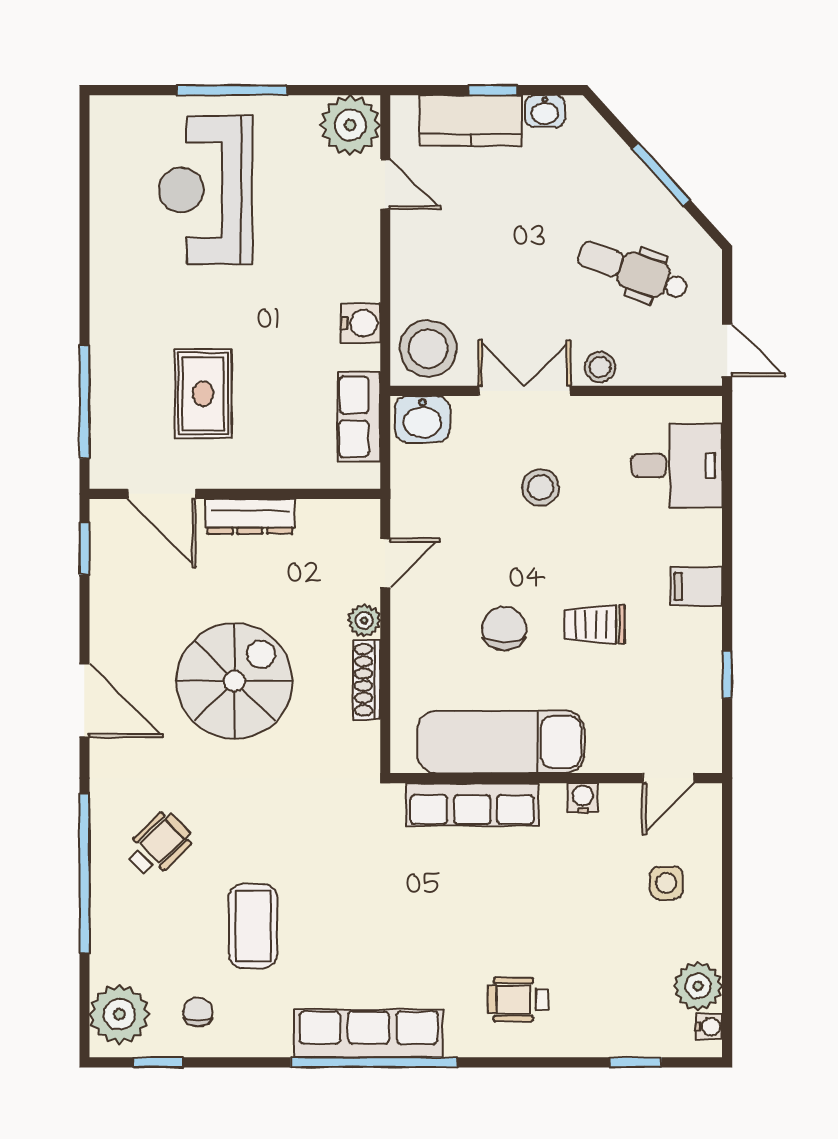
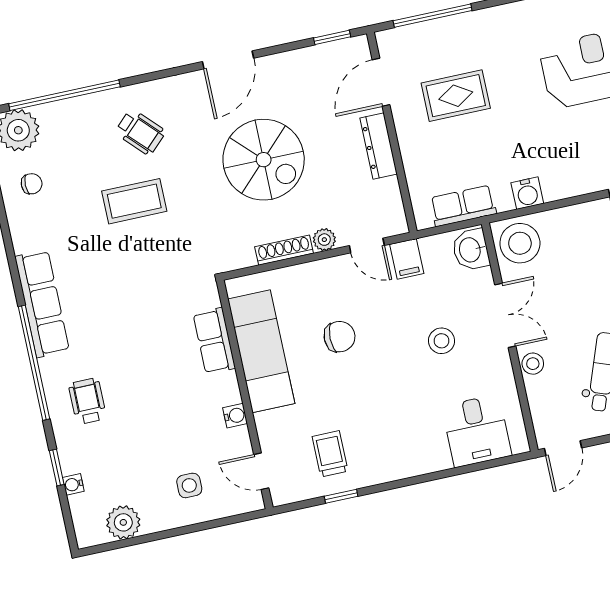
filing cabinet: (696, 586) -> (407, 259), moved, turned 180
trolley: (595, 624) -> (330, 454), moved
row of seats: (472, 804) -> (214, 341), width x0.68
window: (84, 873) -> (64, 95), moved
coffee table: (253, 926) -> (134, 201), moved
water cooler: (709, 1027) -> (73, 484), moved, turned 90
window: (374, 1062) -> (34, 363), moved
window: (635, 1062) -> (57, 468), moved

